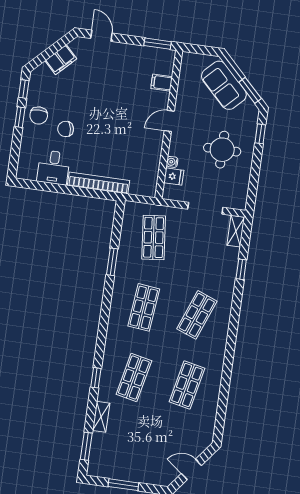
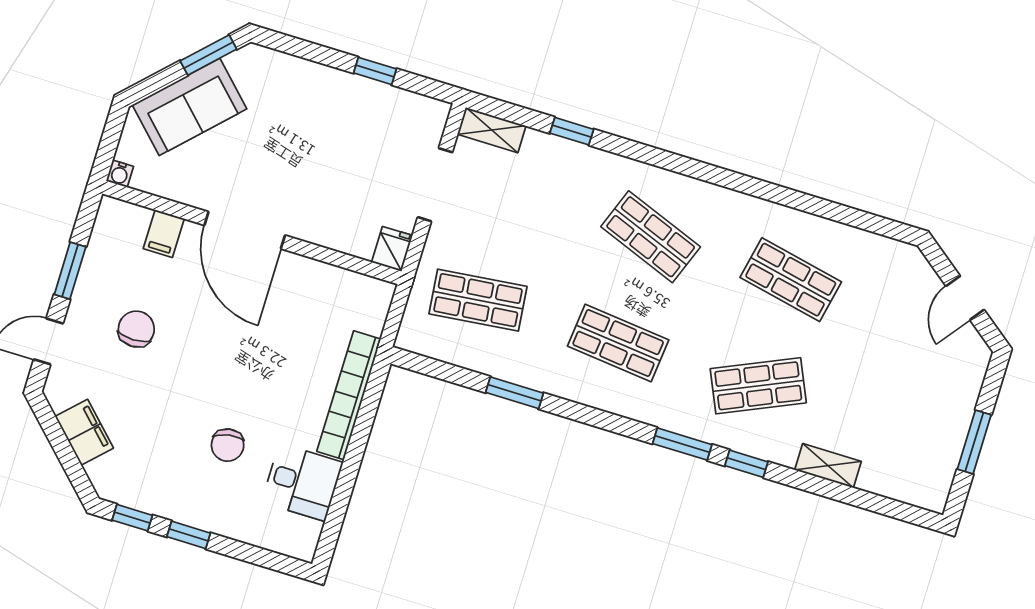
window: (158, 44) -> (70, 271), moved
chair: (39, 116) -> (136, 329), moved, turned -90
door: (169, 121) -> (245, 230), width x1.88
window: (260, 134) -> (375, 71), moved
round table: (222, 150) -> (321, 131), removed
water cooler: (172, 162) -> (120, 174), moved
fridge: (174, 177) -> (392, 249), moved
shop shelf: (134, 377) -> (758, 386), turned -36
window: (86, 446) -> (682, 444), moved

